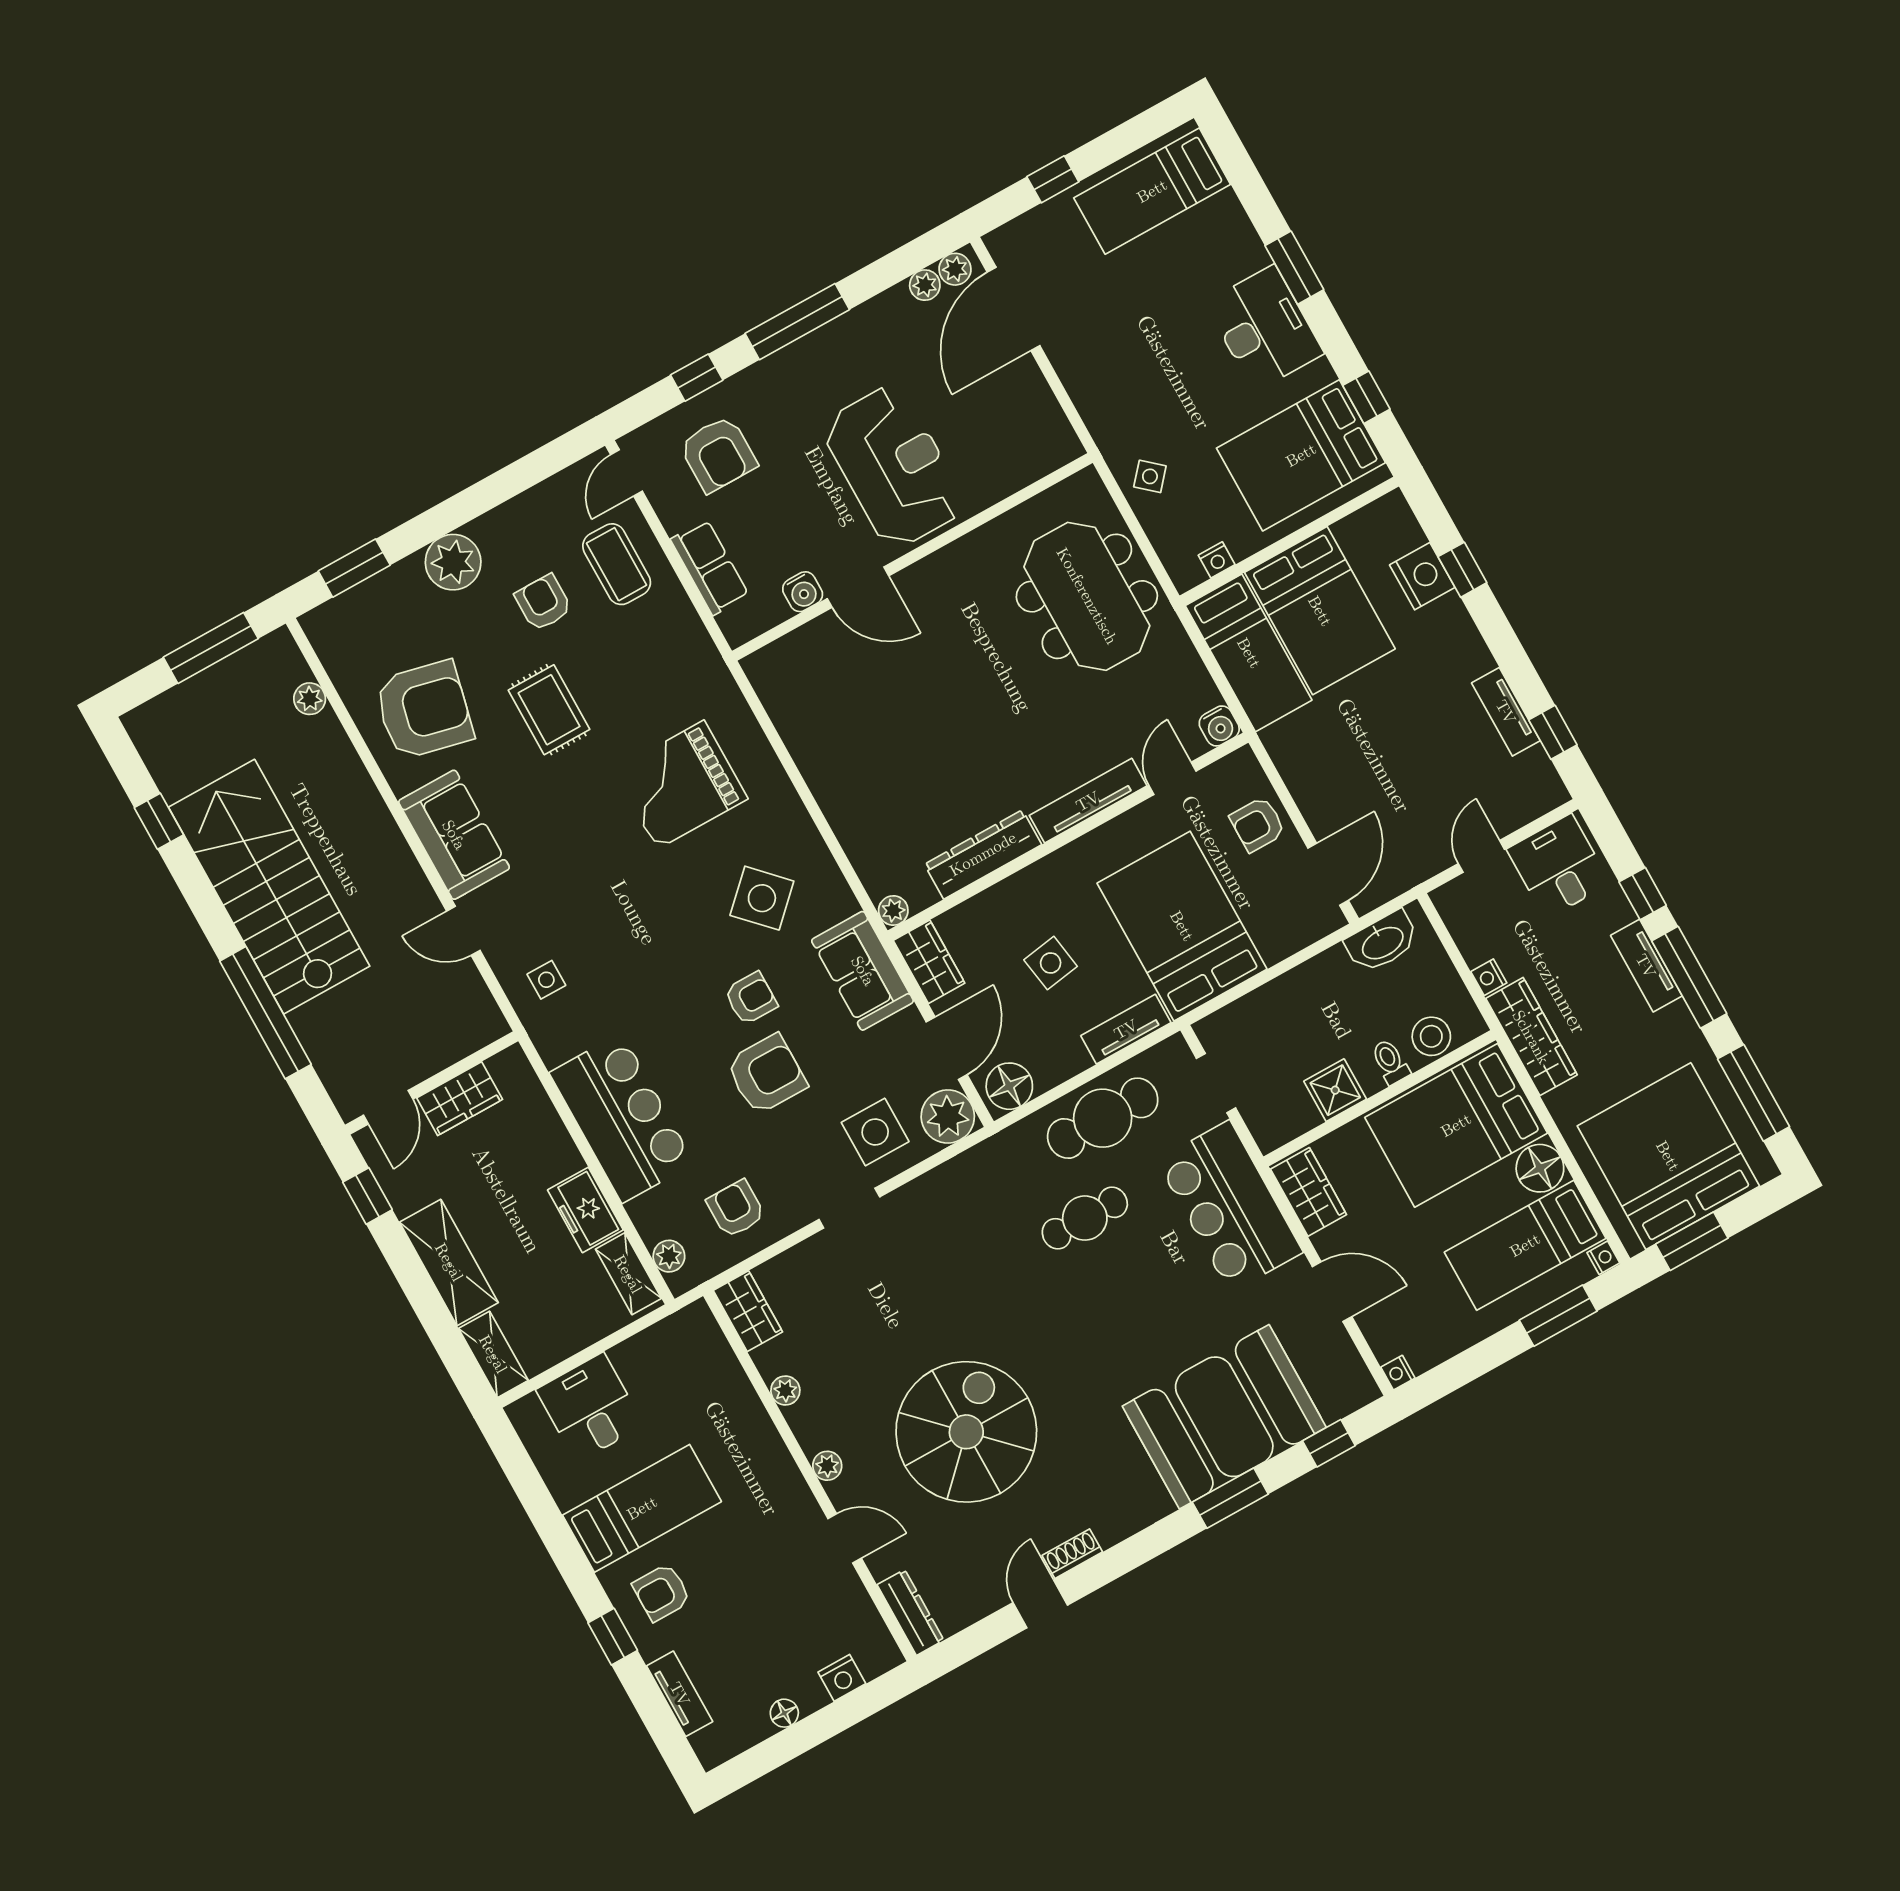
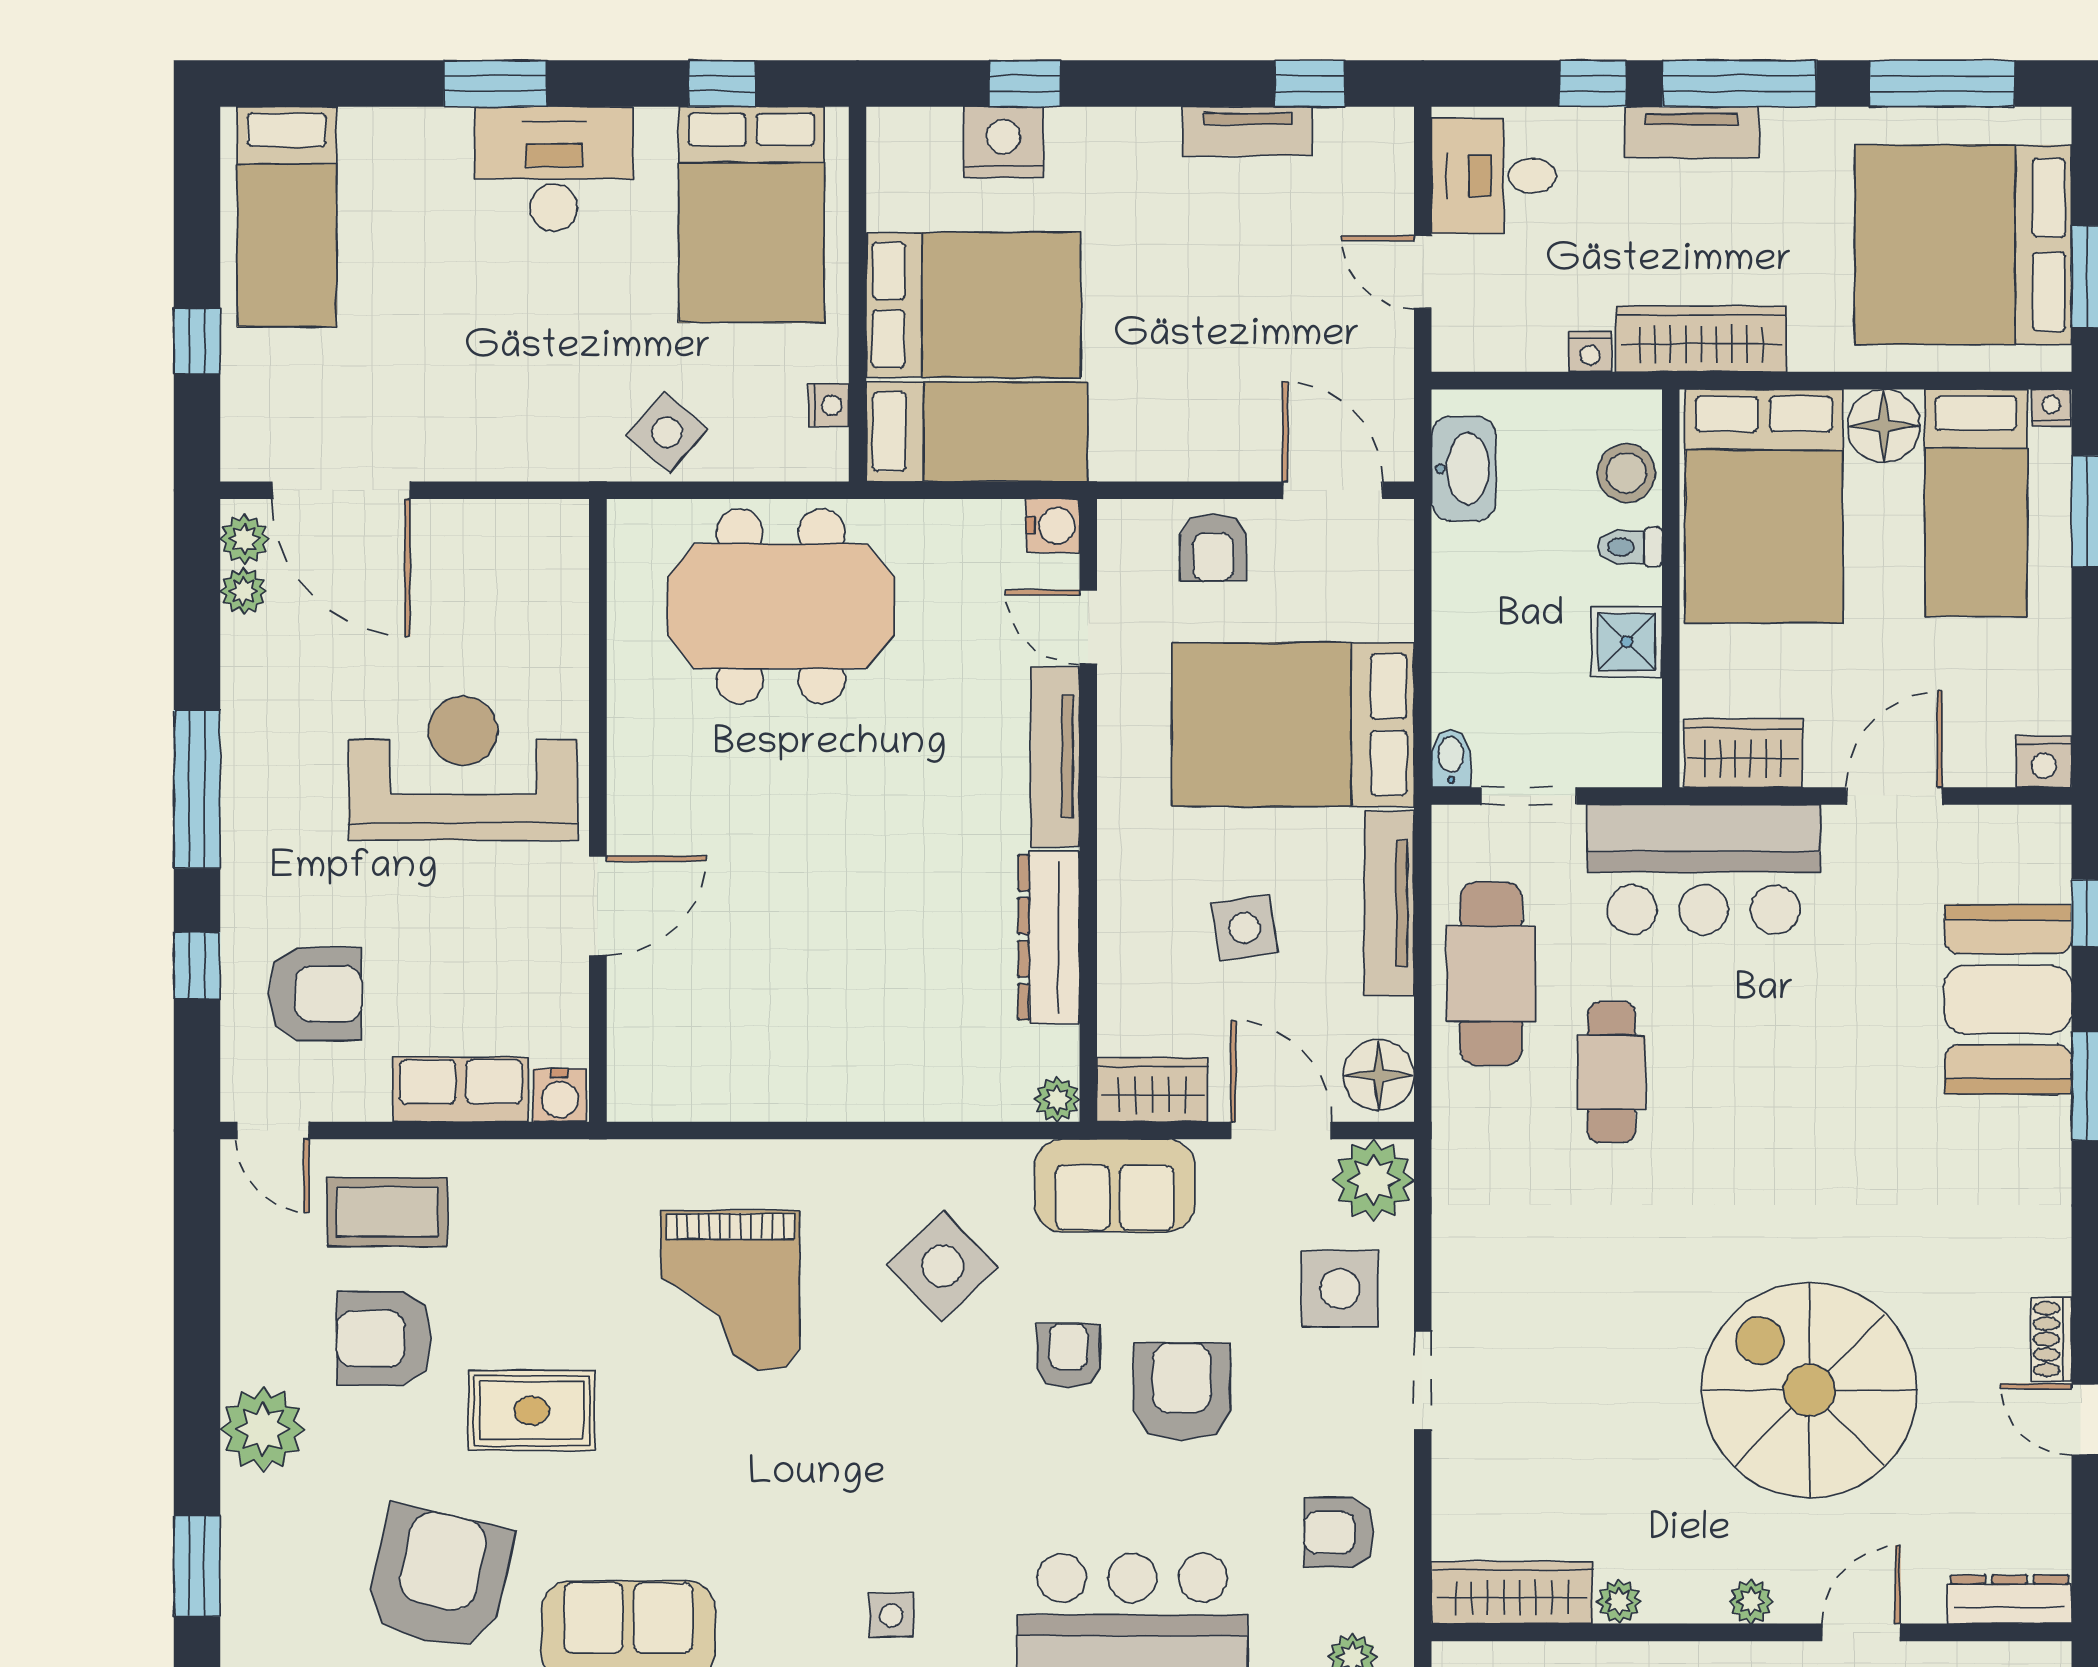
side table: (1150, 476) -> (667, 432), width x1.37, depth x1.37
water cooler: (803, 592) -> (560, 1095), moved, turned 90
armchair: (543, 603) -> (384, 1338), width x1.38, depth x1.38
bidet: (1213, 1027) -> (1451, 758), added
tv unit: (1126, 1029) -> (1389, 903), width x1.41
wardrobe: (748, 1311) -> (1512, 1593), width x1.50
nightstand: (1398, 1373) -> (2044, 762), width x1.39, depth x1.35
booth: (1224, 1417) -> (2008, 999), width x0.73, depth x0.70

